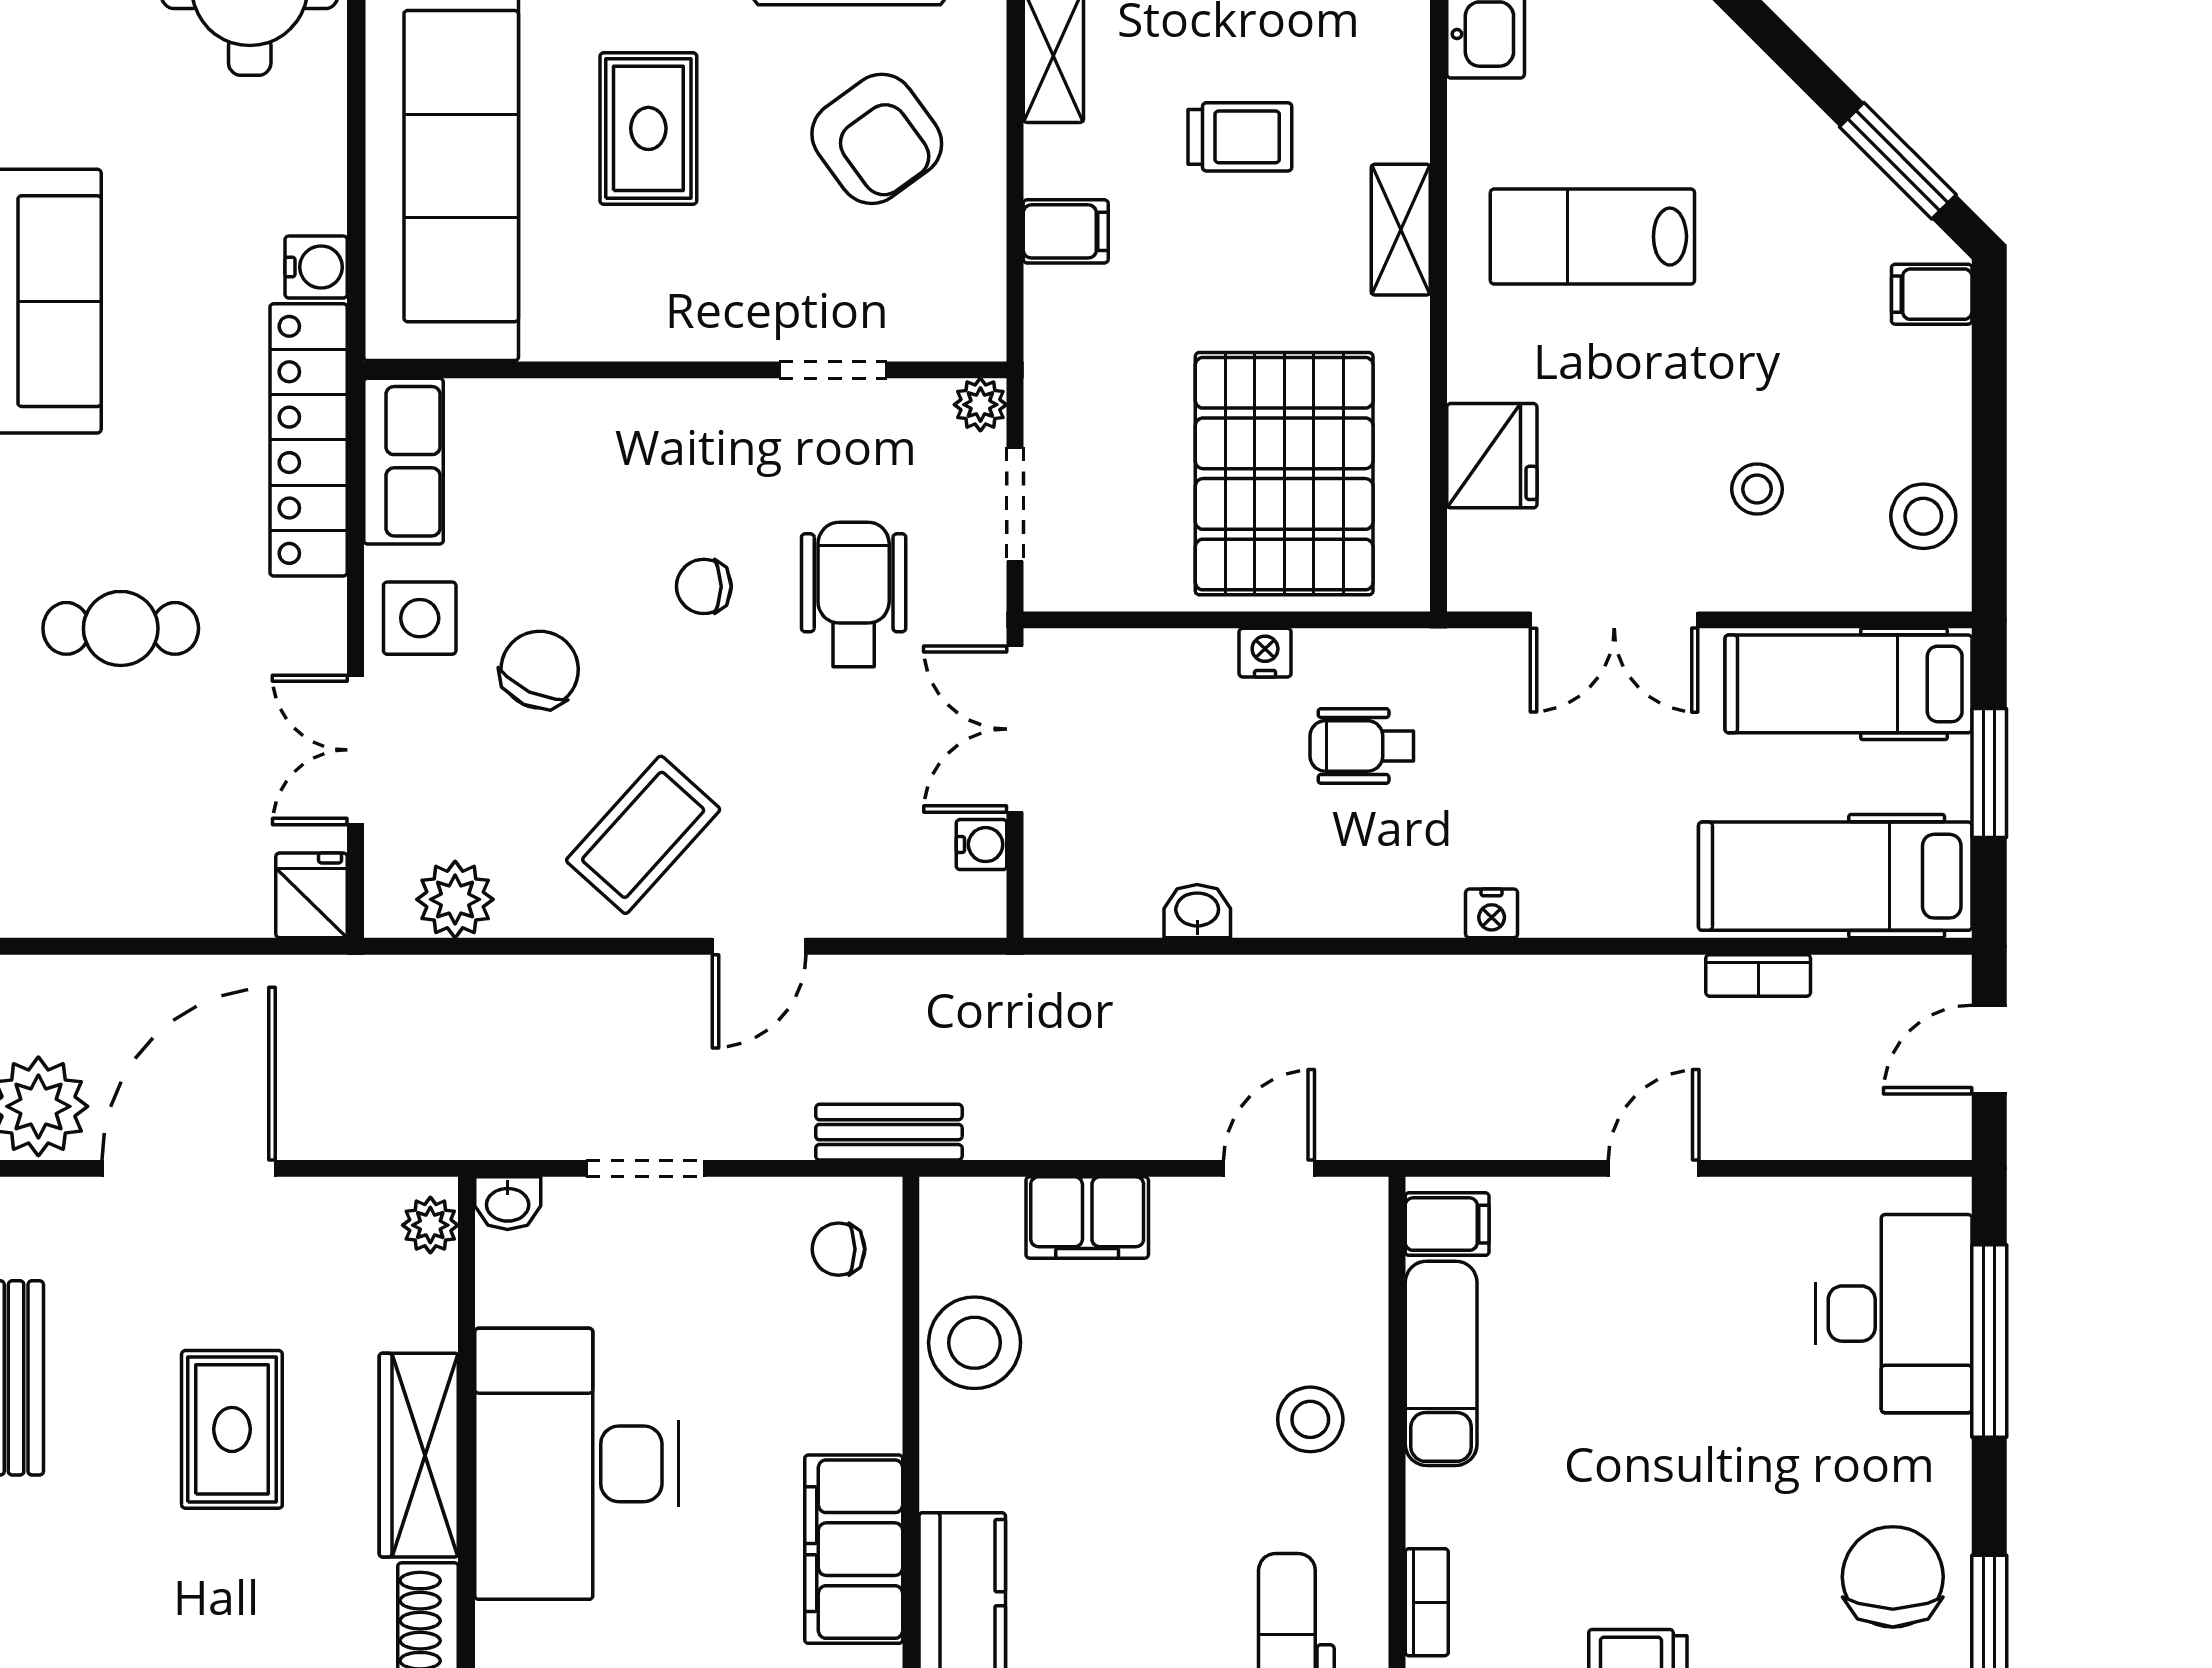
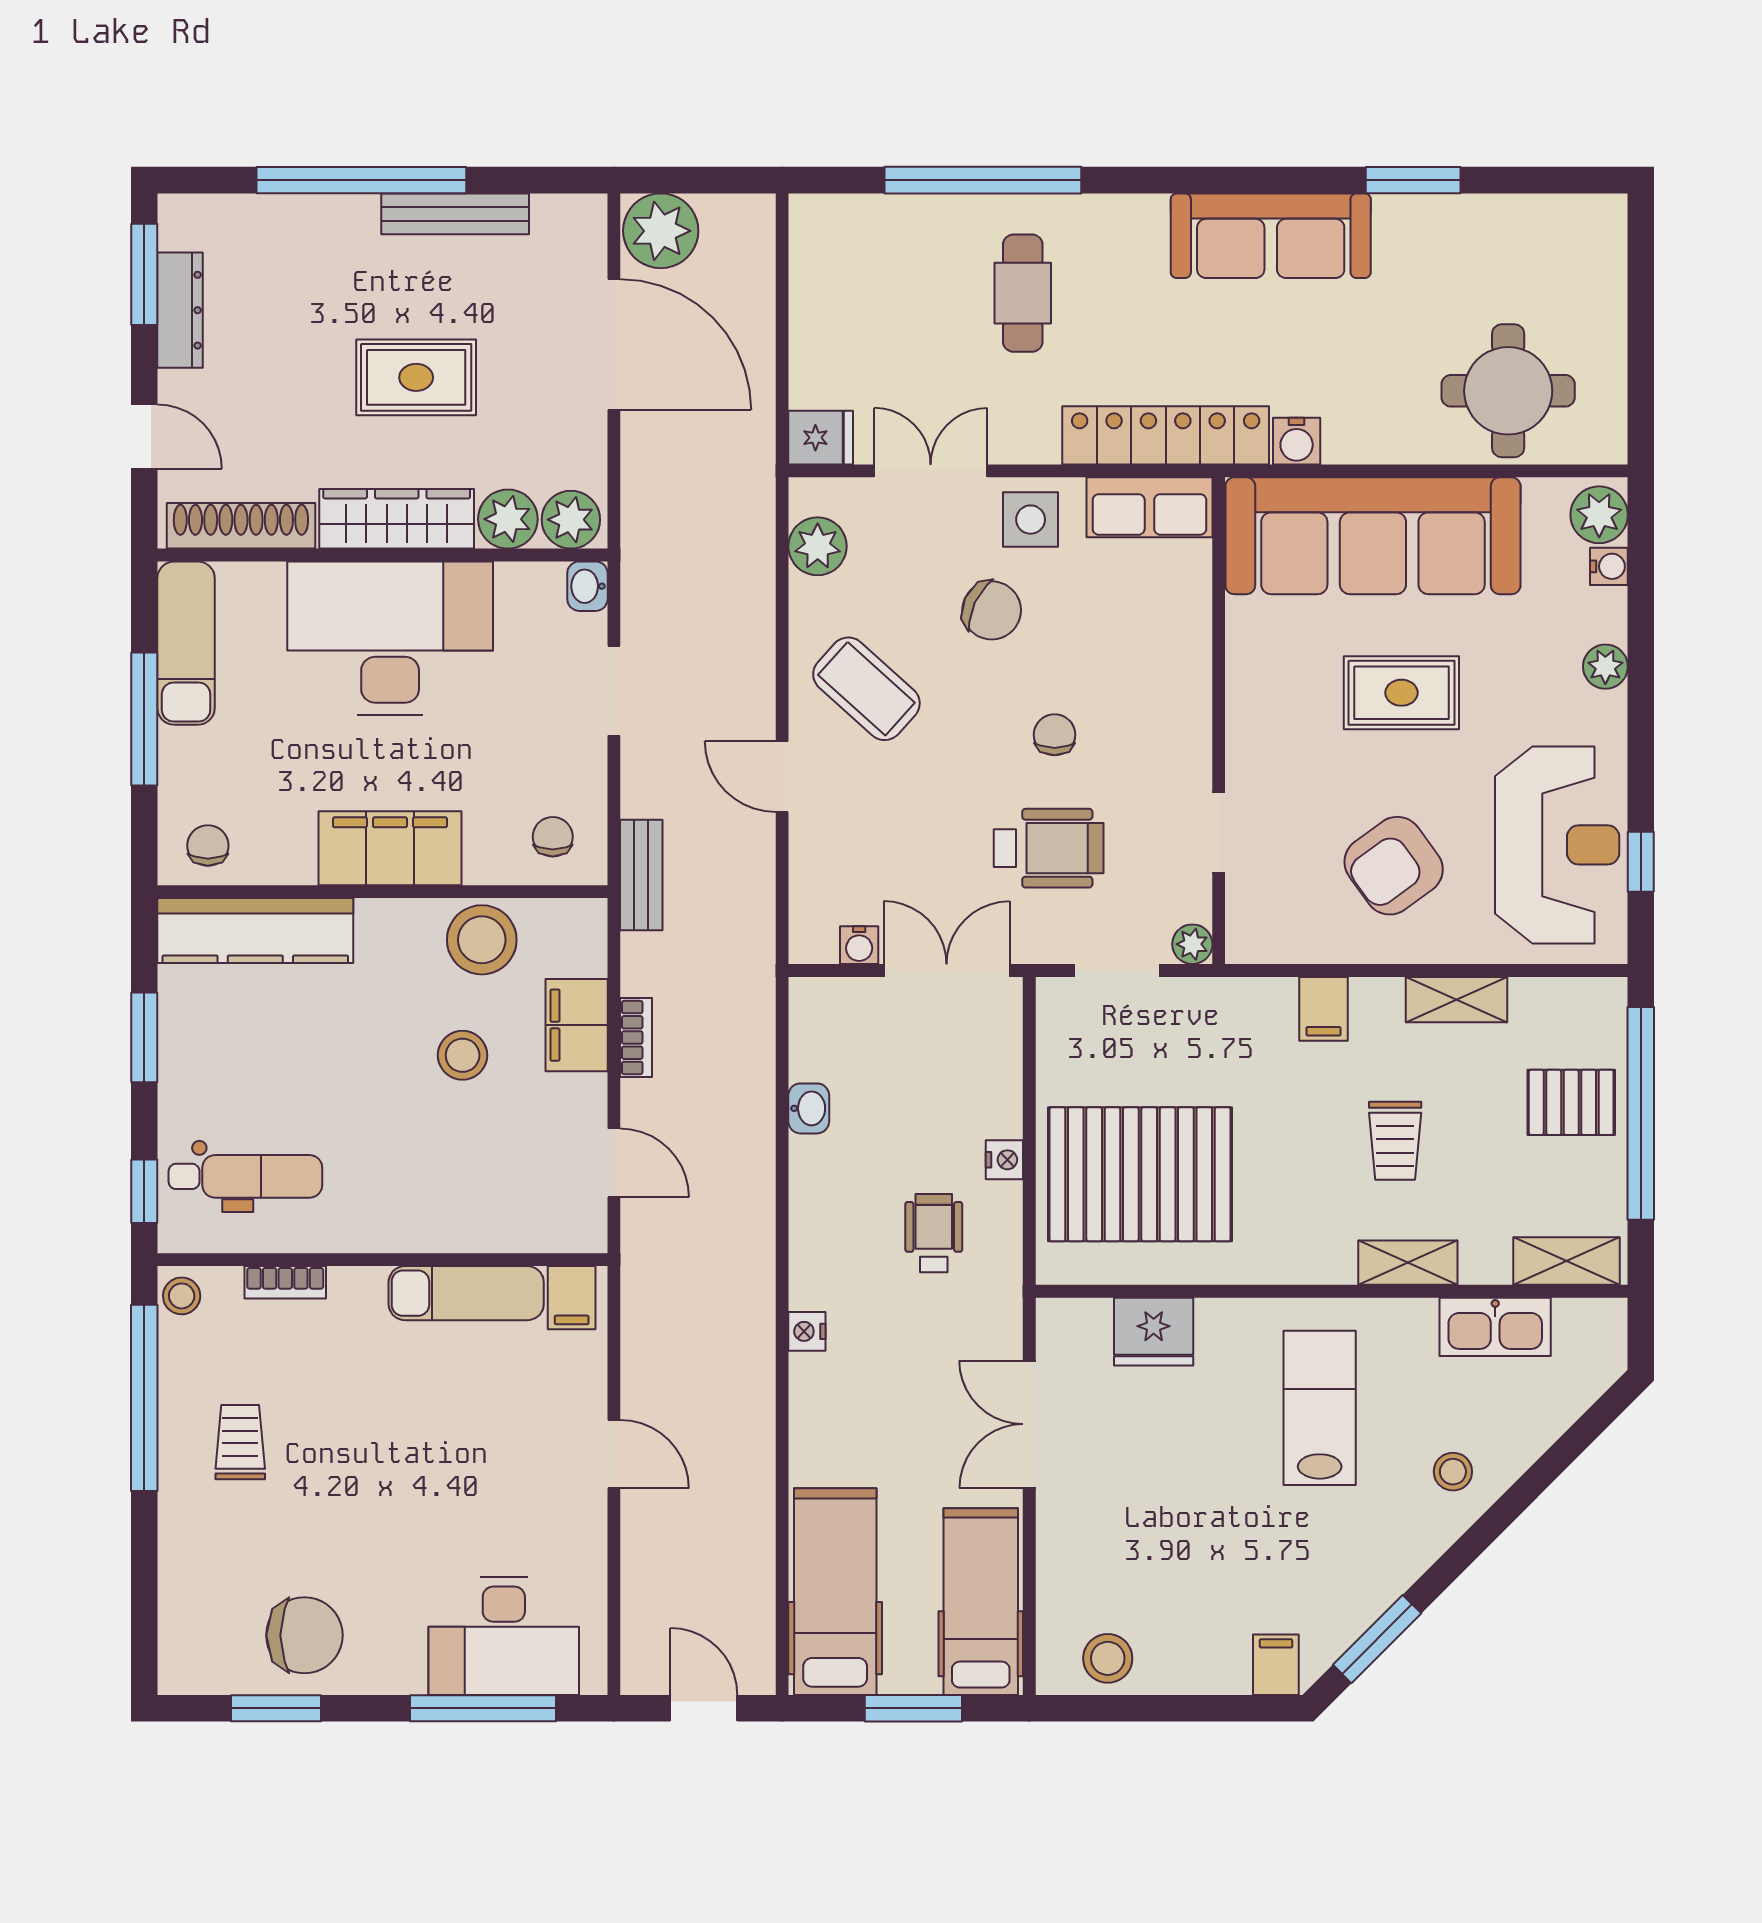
shelving: (1401, 230) -> (1408, 1263), moved
stool: (1757, 489) -> (1453, 1472), moved
bookcase: (1758, 975) -> (636, 1038), moved, turned 180
plant: (430, 1225) -> (571, 520), width x1.38, depth x1.38
plant: (419, 1308) -> (508, 519), added
stool: (1310, 1419) -> (463, 1055), moved
filing cabinet: (854, 1549) -> (390, 848), moved

